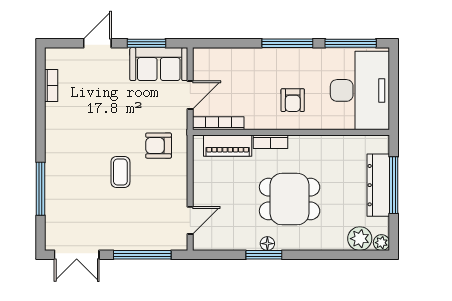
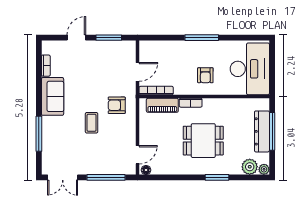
window: (351, 43) -> (244, 38), removed
sofa: (159, 64) -> (53, 96), moved, turned -90
floor lamp: (267, 244) -> (146, 170), moved
window: (264, 255) -> (217, 177), moved

